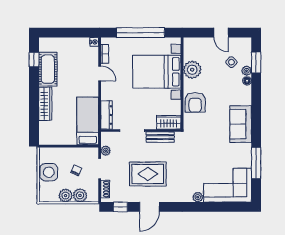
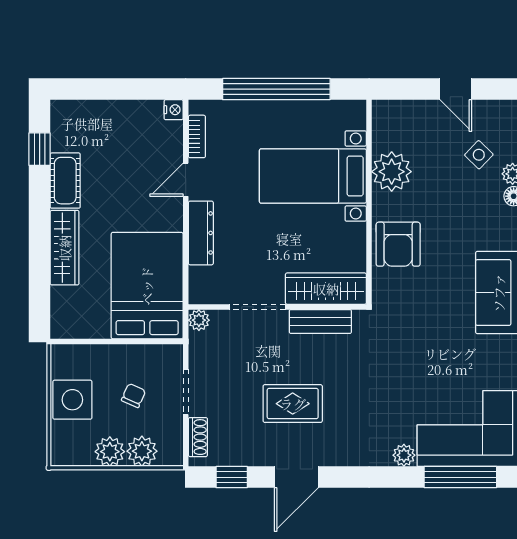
cot: (48, 69) -> (65, 181), width x0.73, depth x0.75
bed with nightstands: (157, 72) -> (313, 176), width x0.73
door: (100, 73) -> (186, 180), swing flipped
dresser: (106, 115) -> (201, 233), moved
bed: (88, 121) -> (147, 286), width x1.50
wardrobe: (169, 122) -> (326, 289), width x1.50
plant: (106, 151) -> (199, 320), moved
rug: (148, 174) -> (293, 404), width x0.73, depth x0.70
window: (223, 207) -> (460, 477), added

